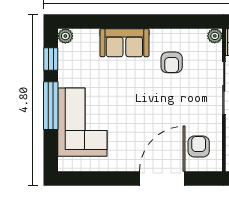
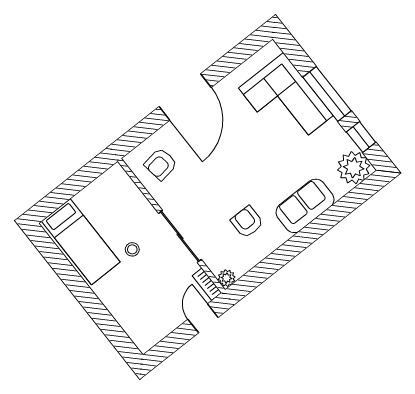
plant: (65, 36) -> (354, 168), width x1.88, depth x1.88
armchair: (199, 147) -> (161, 164), turned 82
door: (162, 178) -> (185, 97), moved

